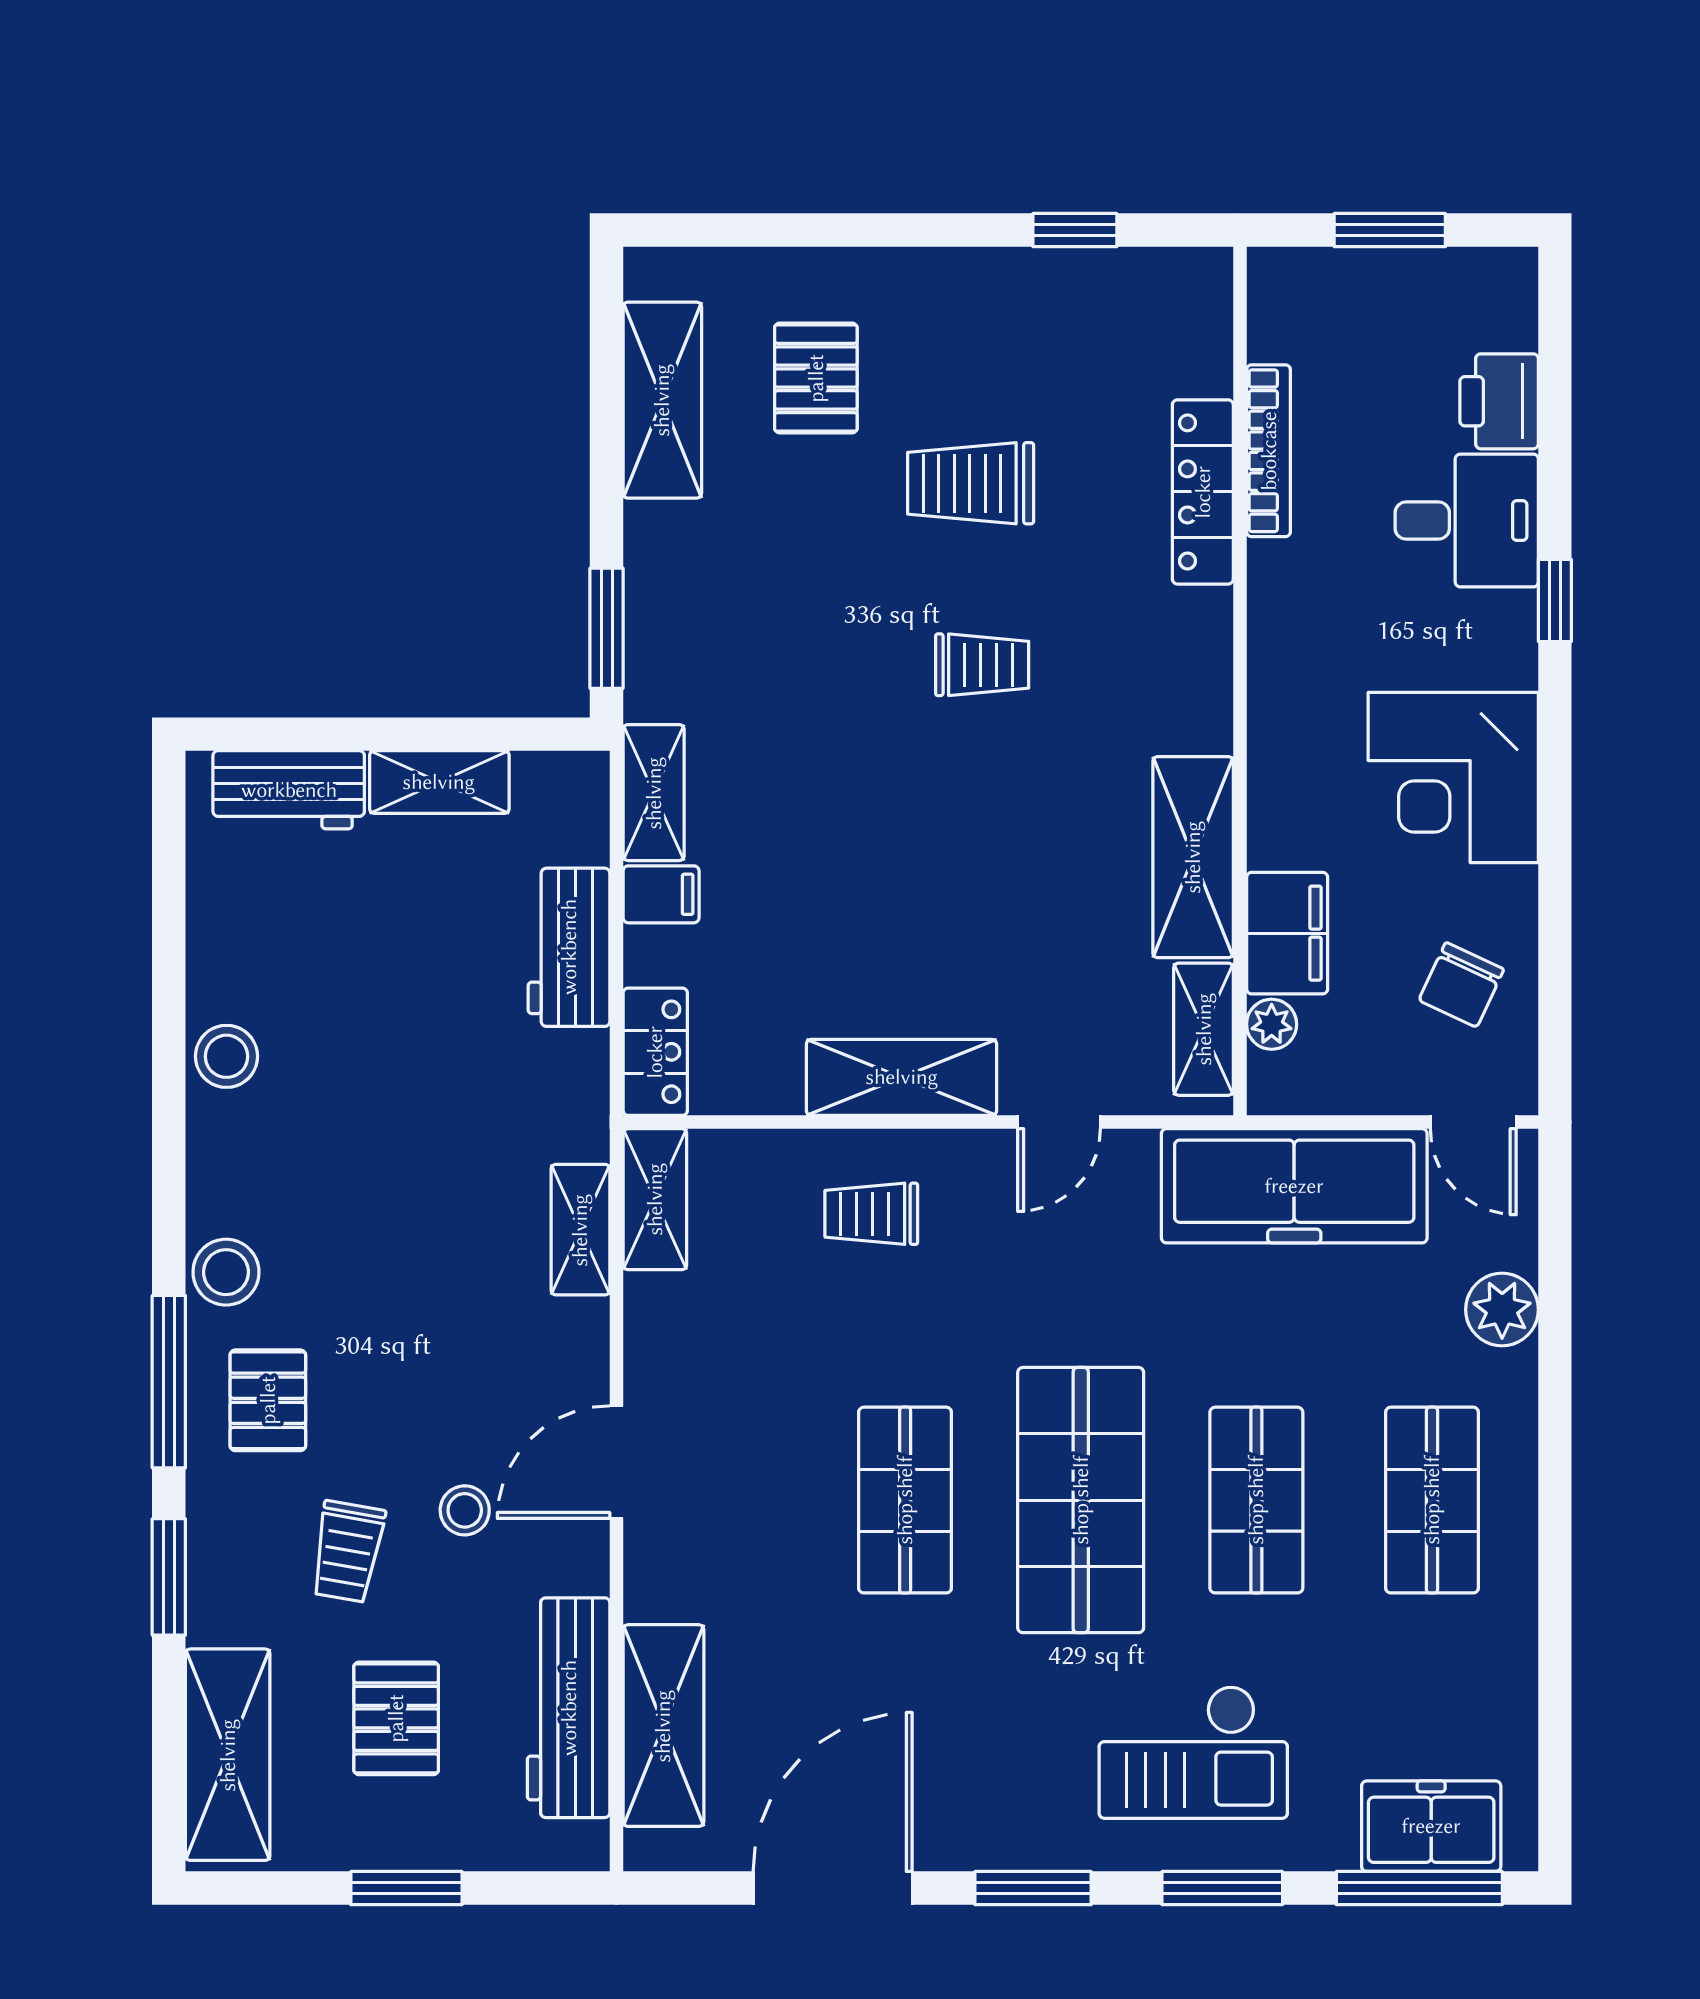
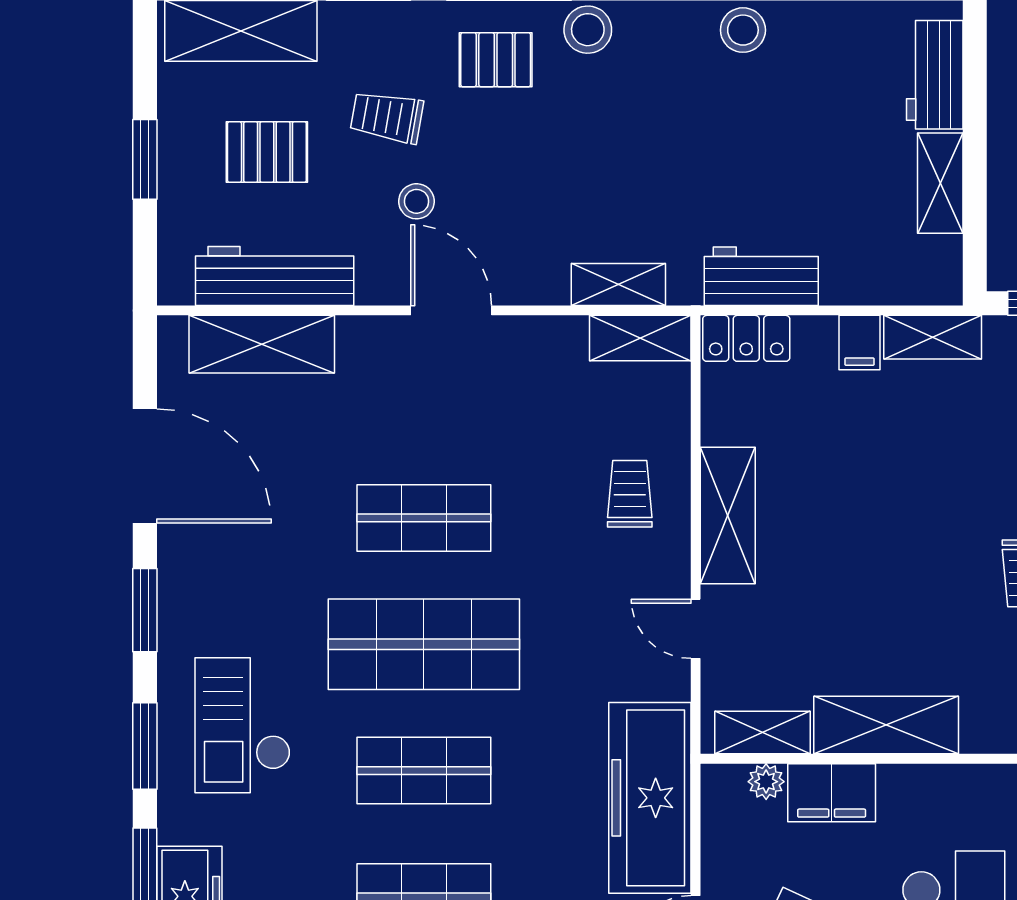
workbench: (569, 947) -> (761, 276), moved

